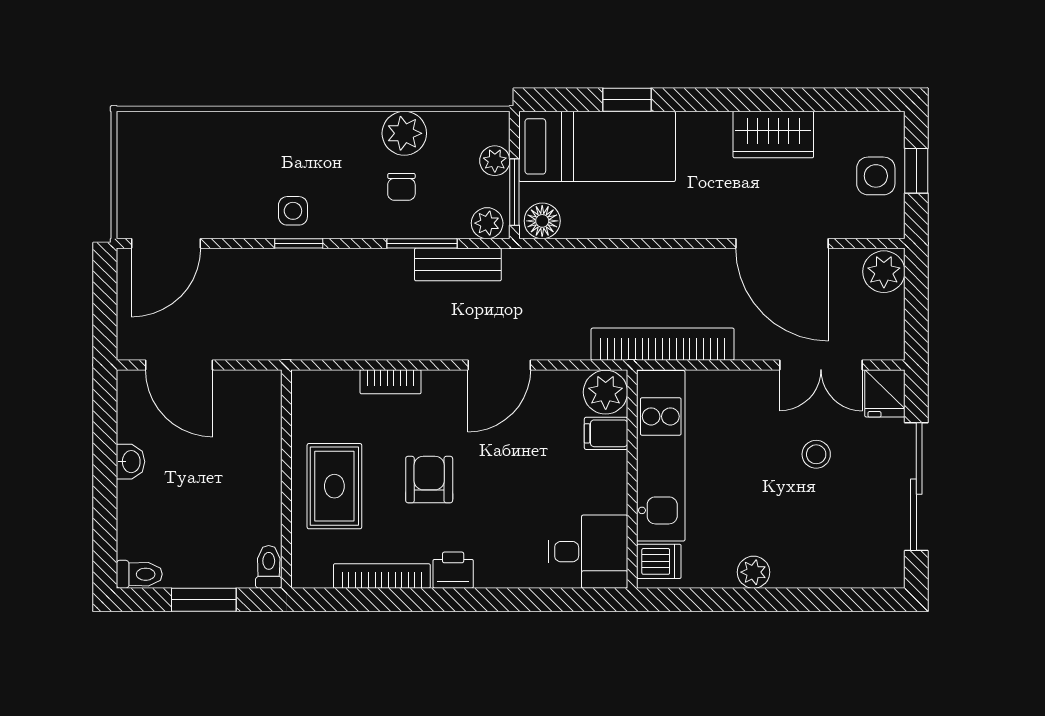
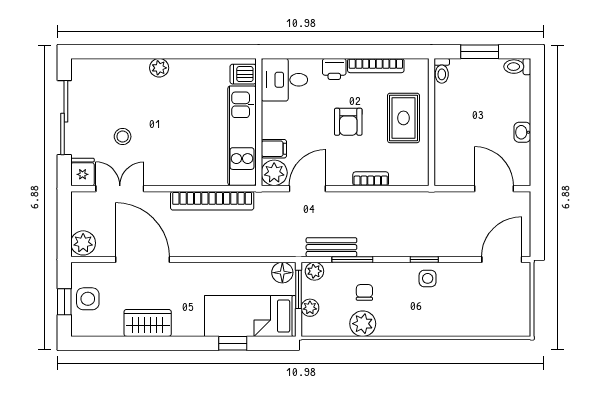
plant: (606, 392) -> (274, 173), moved
filing cabinet: (606, 433) -> (274, 149), moved
kitchen unit: (661, 456) -> (242, 136), moved
wall: (632, 479) -> (259, 122), moved
desk: (588, 552) -> (284, 80), moved
dishwasher: (659, 561) -> (243, 74), moved

